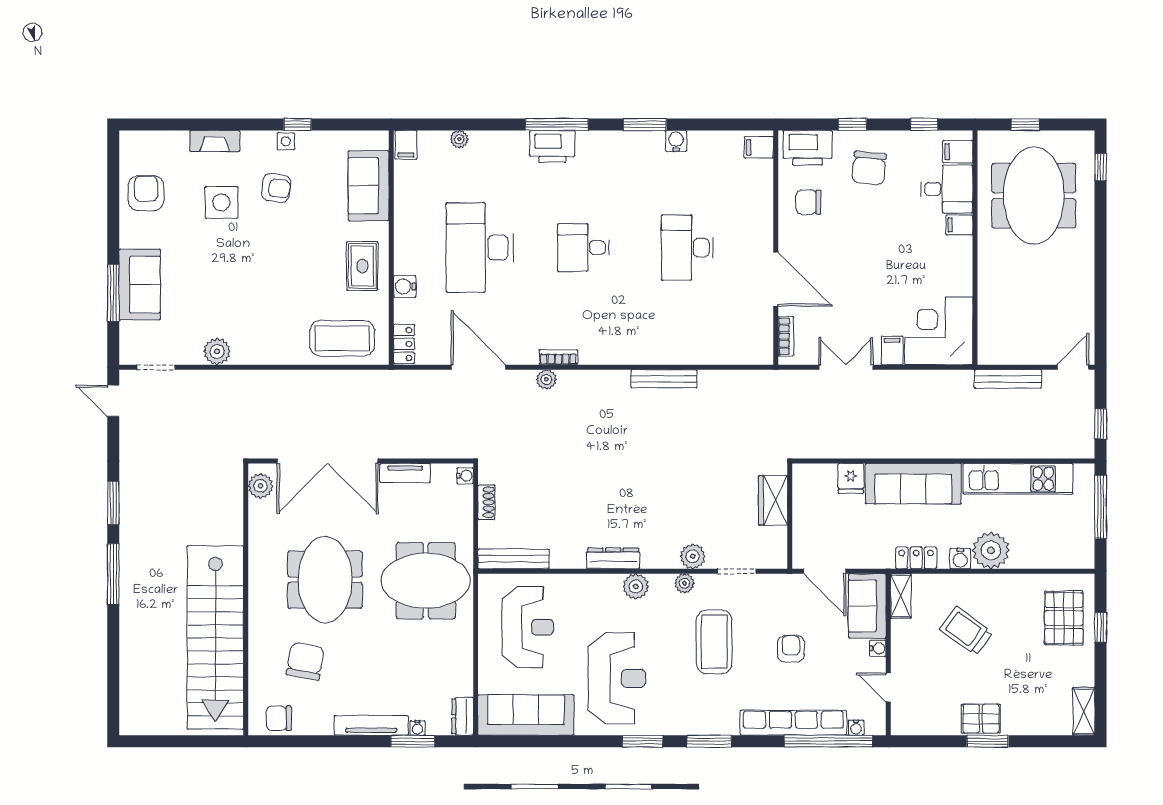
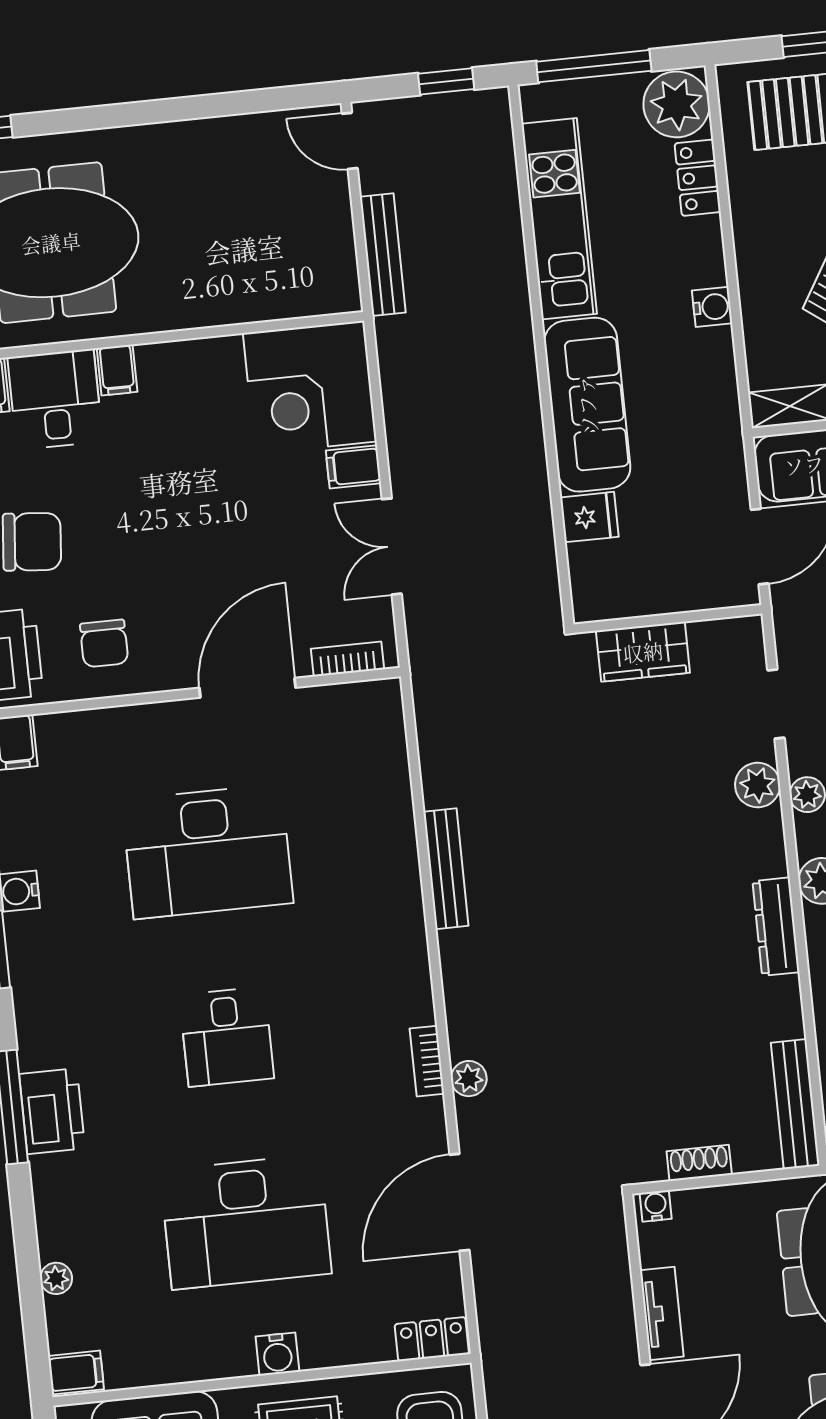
desk: (687, 248) -> (208, 852), width x1.36, depth x1.30
water cooler: (405, 286) -> (277, 1354), moved
plant: (991, 550) -> (677, 104), moved
locker: (916, 558) -> (698, 178), moved

